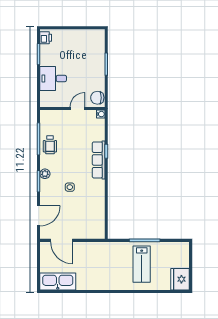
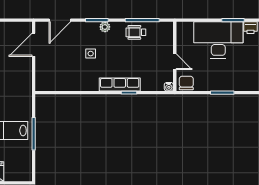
desk: (53, 78) -> (218, 40), width x1.87, depth x1.30
door: (39, 216) -> (60, 20), hinge flipped

